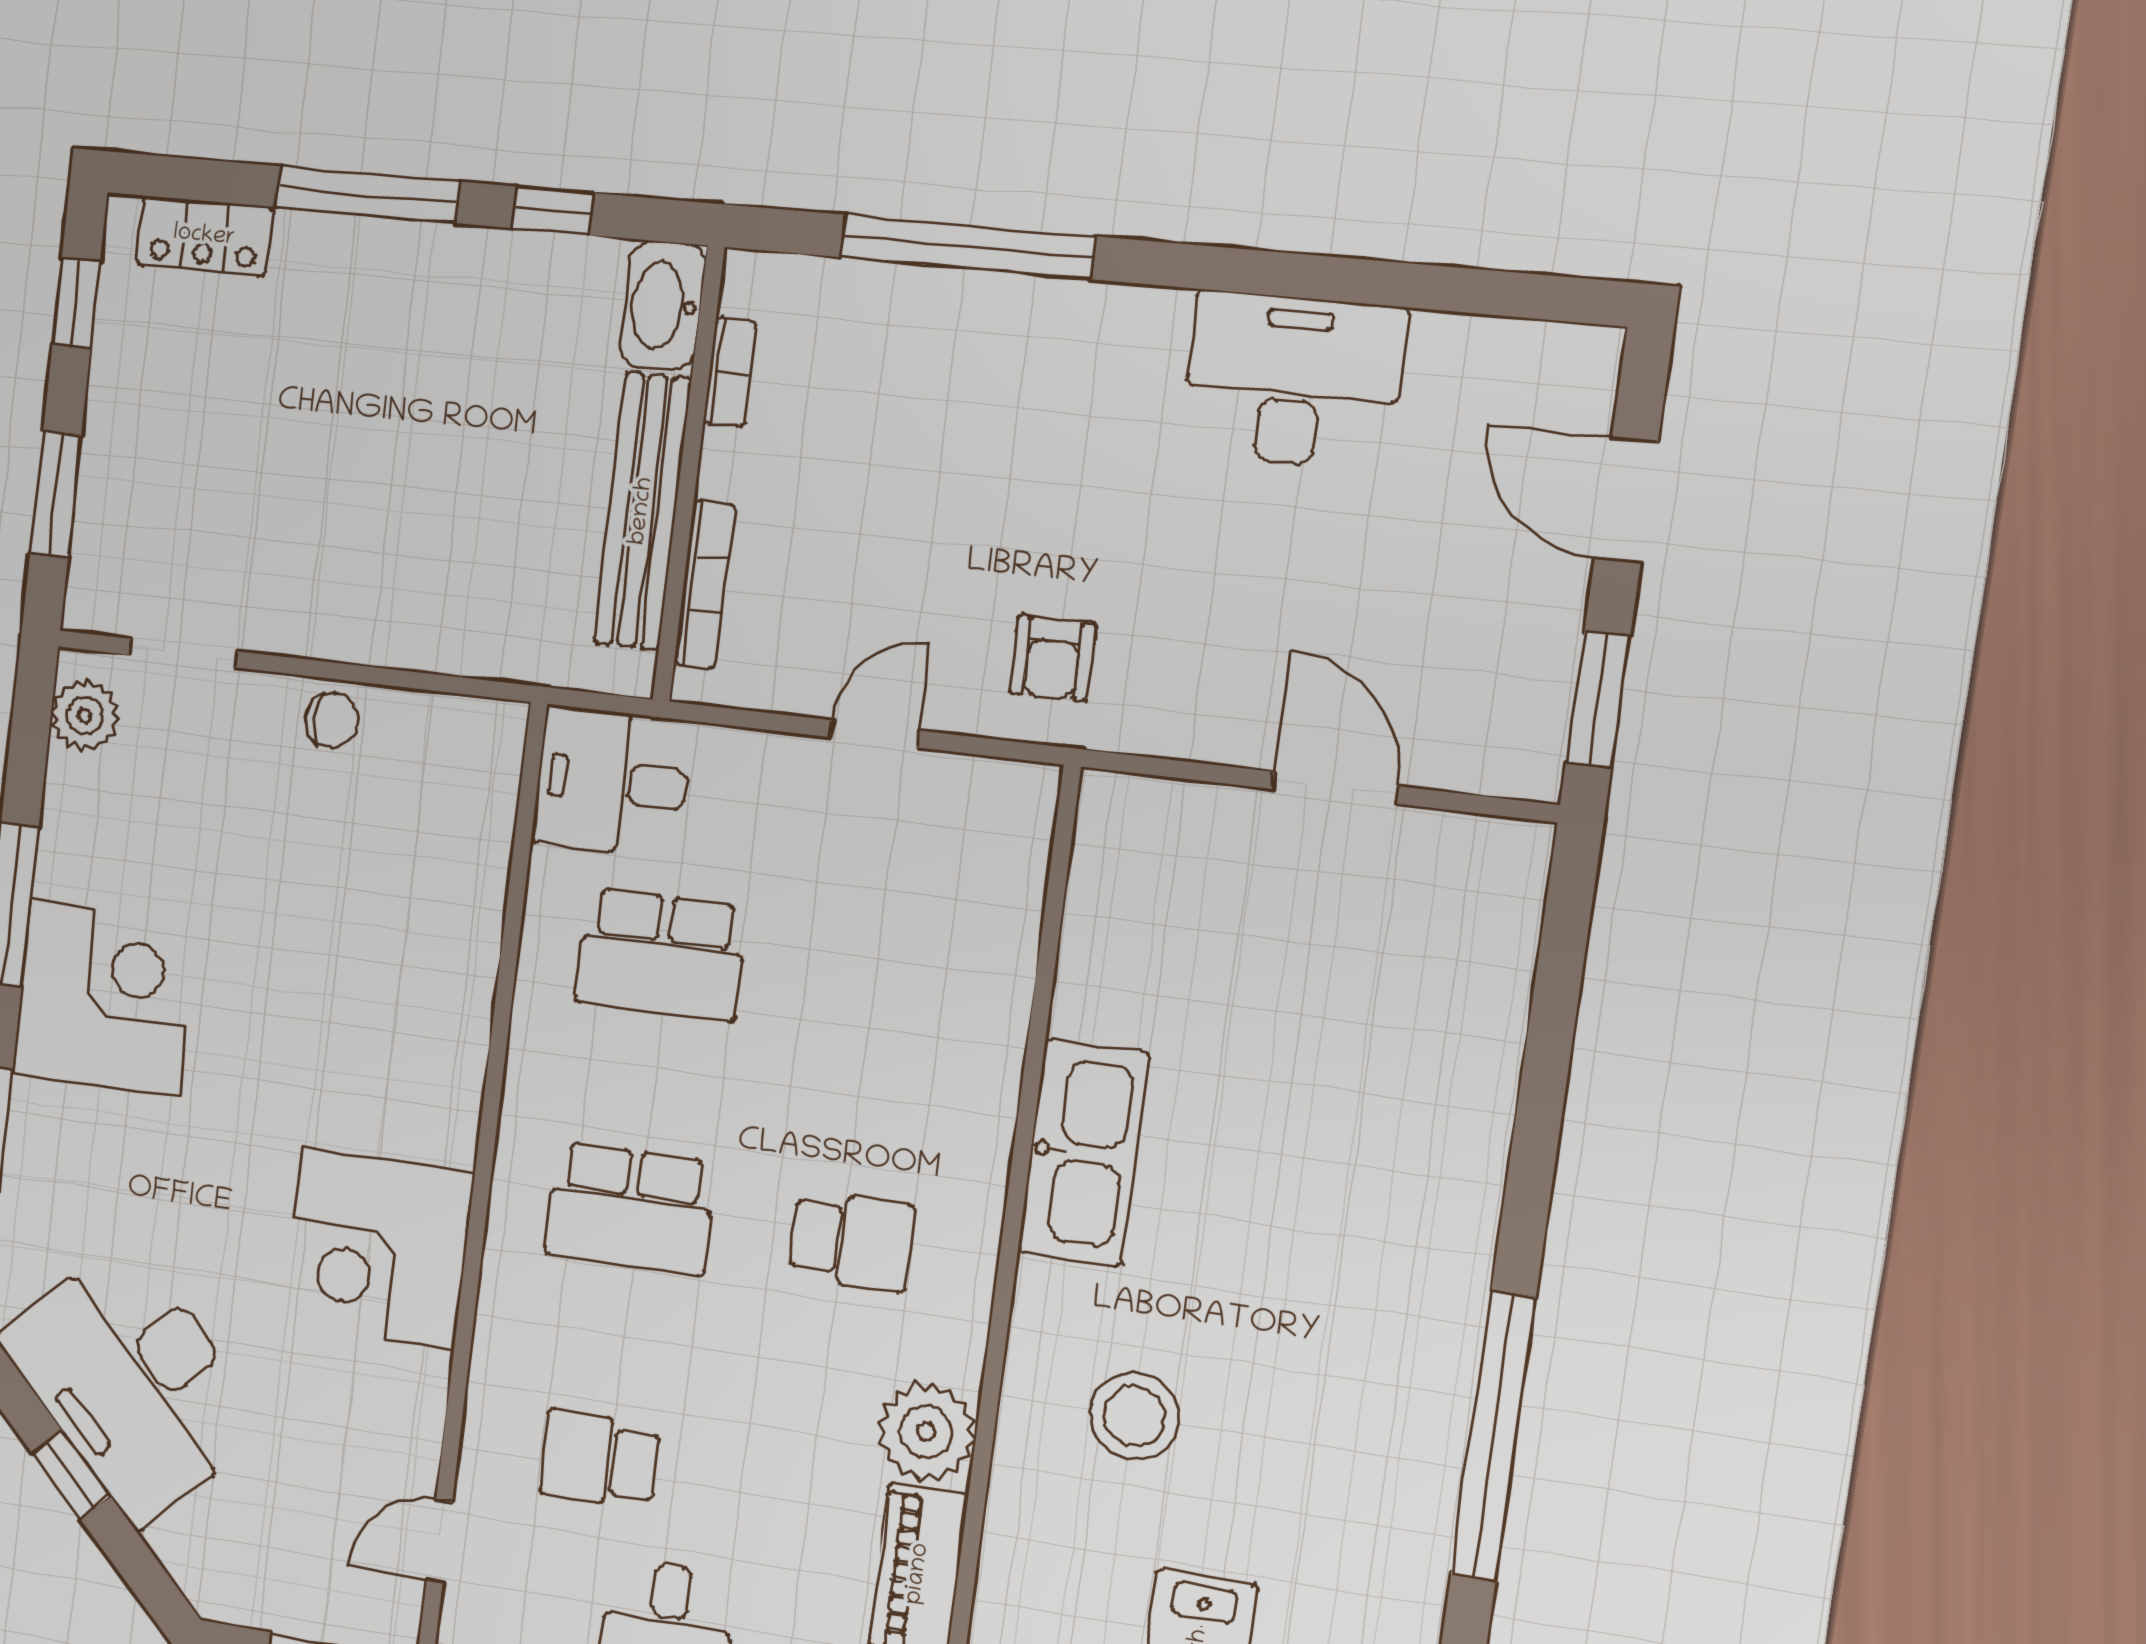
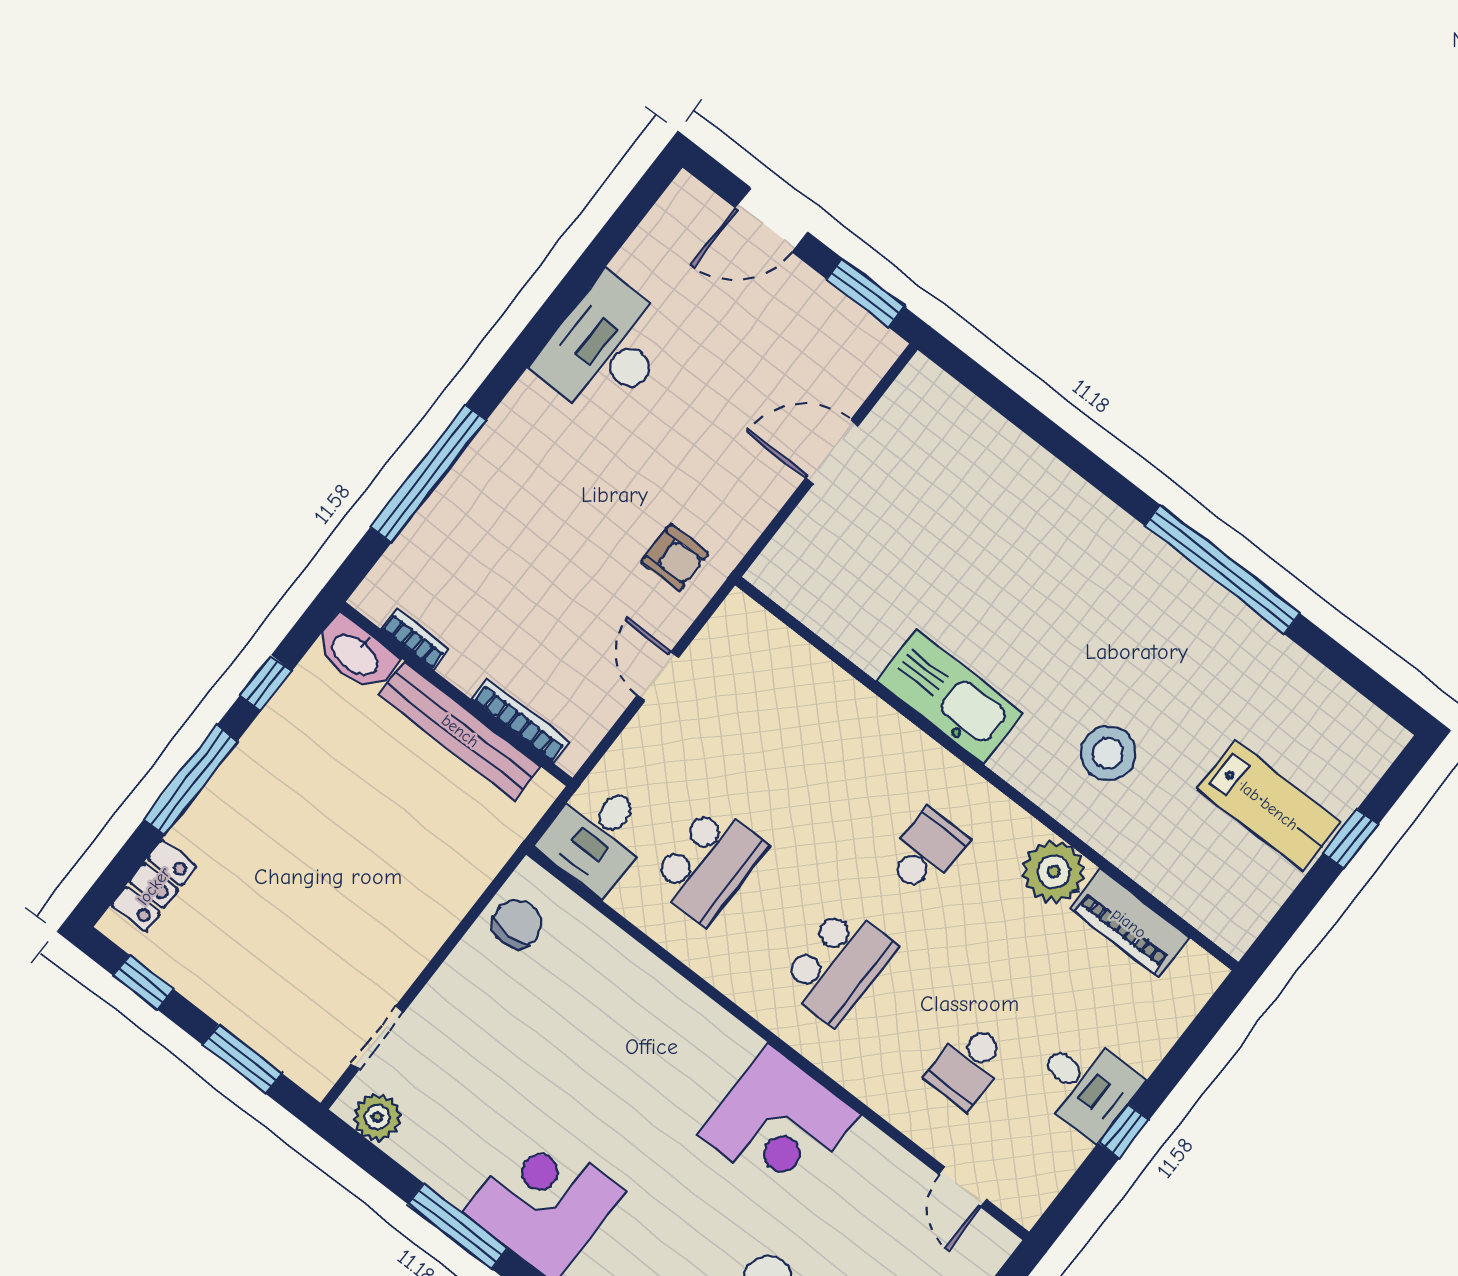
chair: (331, 720) -> (517, 924), moved, width x1.37, depth x1.37

